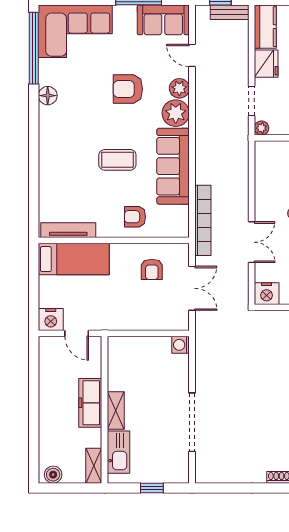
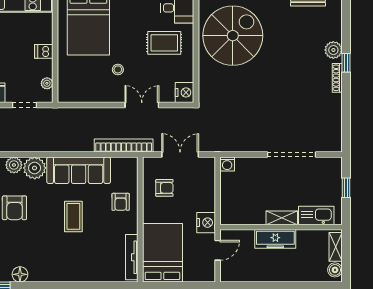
plant: (262, 128) -> (47, 83), moved
bed: (74, 259) -> (162, 253), width x1.50
nightstand: (51, 320) -> (206, 223), moved
shelving: (94, 466) -> (336, 247), moved, turned 90

